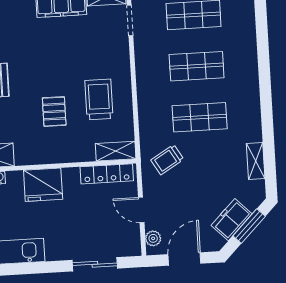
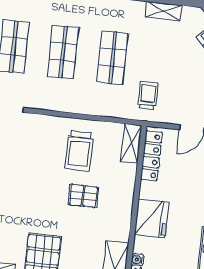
trolley: (99, 99) -> (79, 151), turned -90
trolley: (167, 160) -> (148, 95), turned -149

